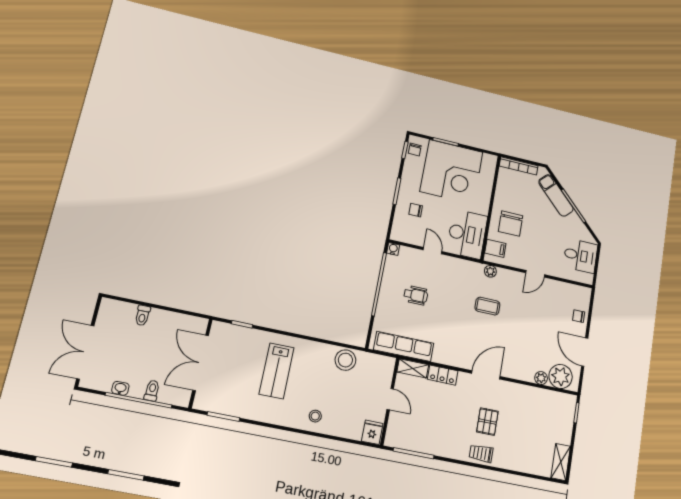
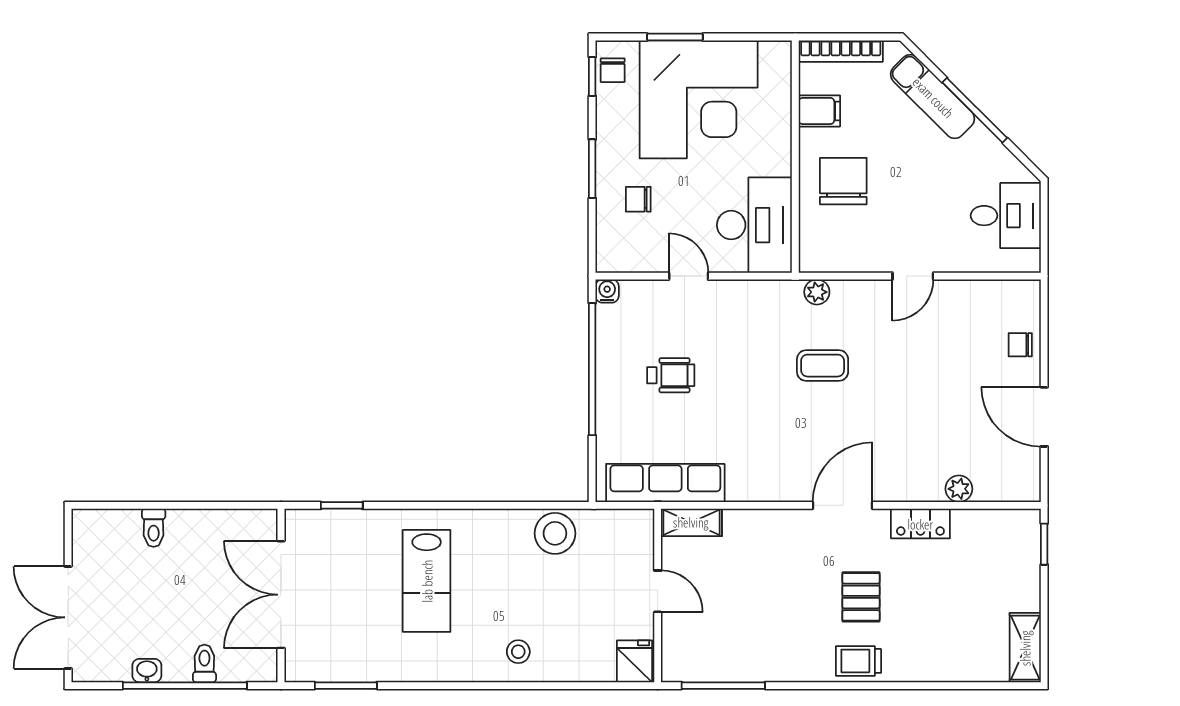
chair: (511, 224) -> (843, 181), turned 180
filing cabinet: (495, 248) -> (819, 111), moved
locker: (443, 375) -> (920, 524), moved
plant: (561, 376) -> (1000, 477), removed

